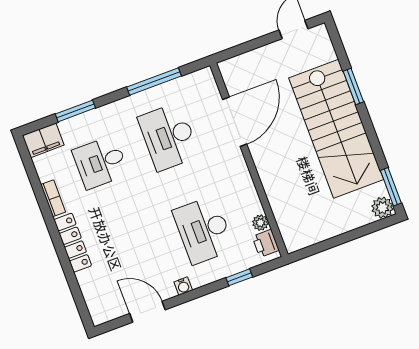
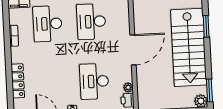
door: (235, 122) -> (133, 50), moved
desk: (100, 162) -> (48, 24), width x1.37
locker: (73, 243) -> (18, 81), moved

